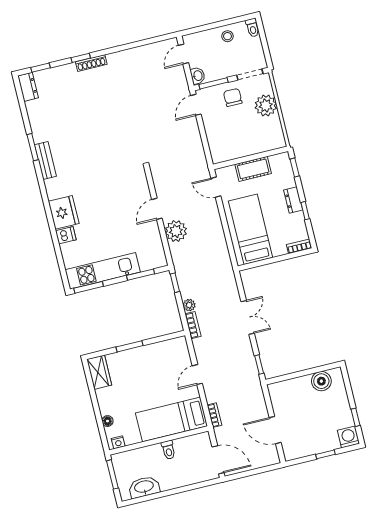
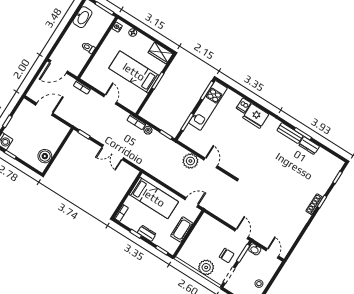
dresser: (28, 87) -> (309, 146), moved
bed: (171, 419) -> (134, 72), moved, turned -90

